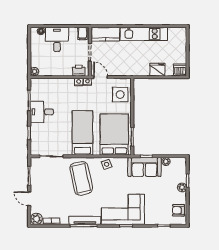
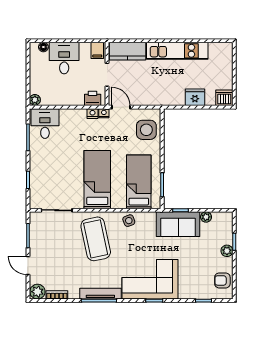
desk: (42, 112) -> (45, 124), moved, turned 90
bed: (114, 135) -> (139, 182), width x0.67

